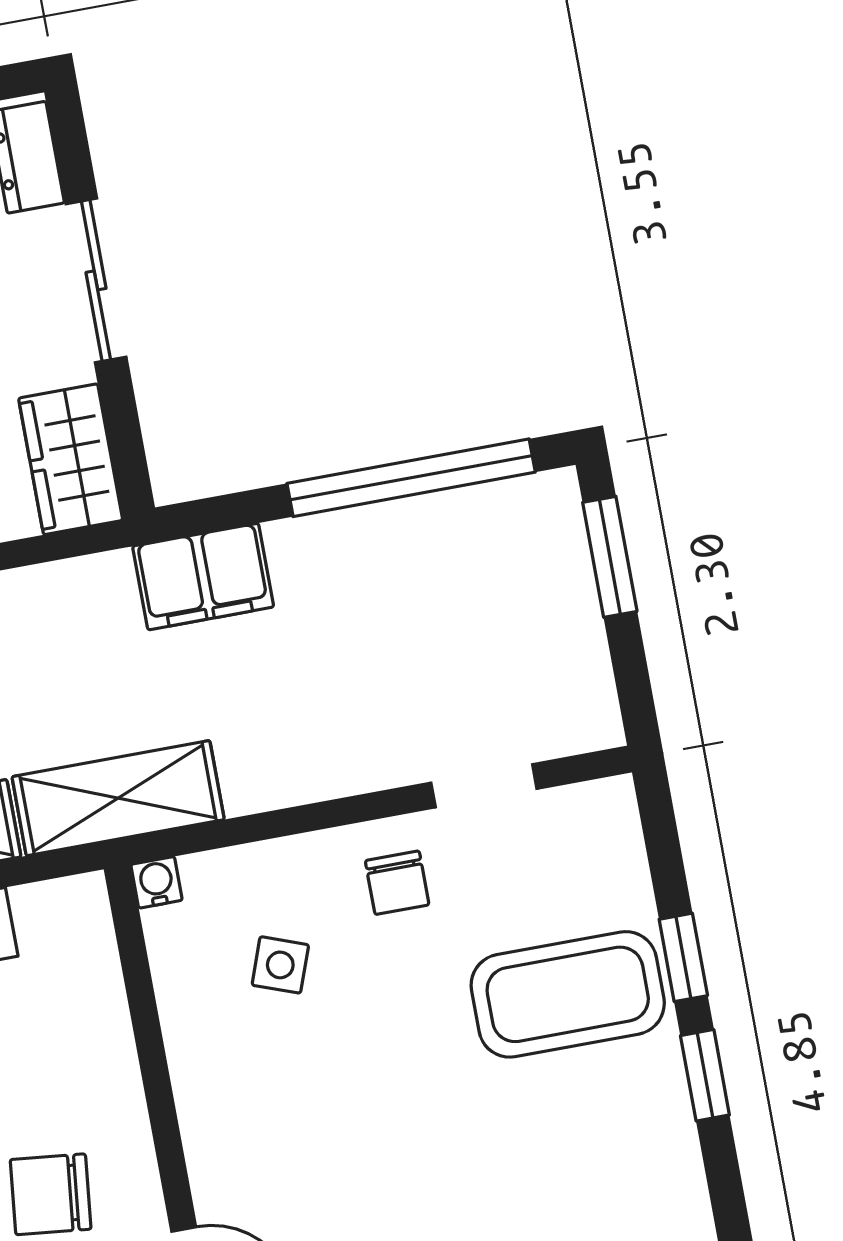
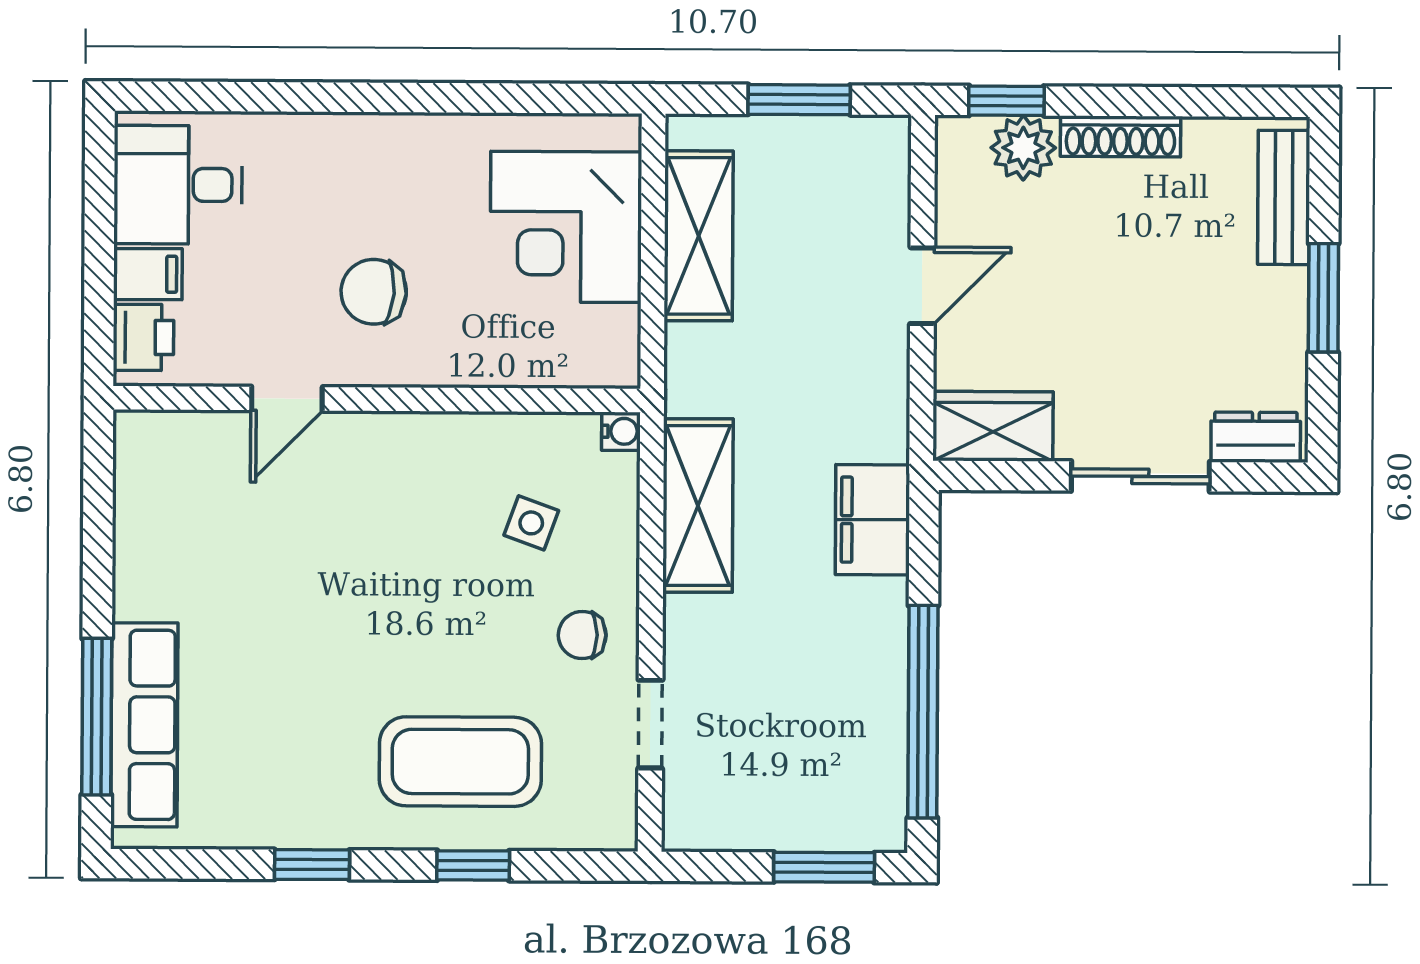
shelving: (118, 798) -> (698, 505), moved
coffee table: (568, 994) -> (460, 762), turned 90
window: (705, 1075) -> (312, 865), moved
chair: (51, 1194) -> (374, 292), turned -92

